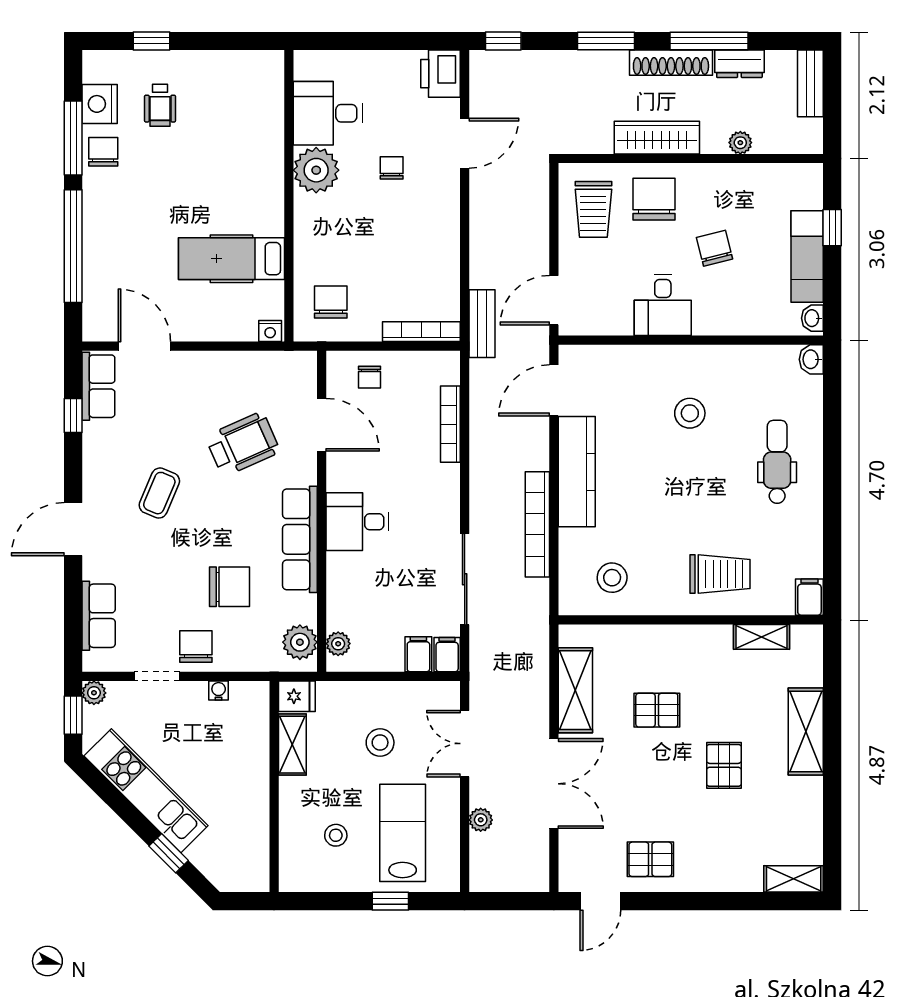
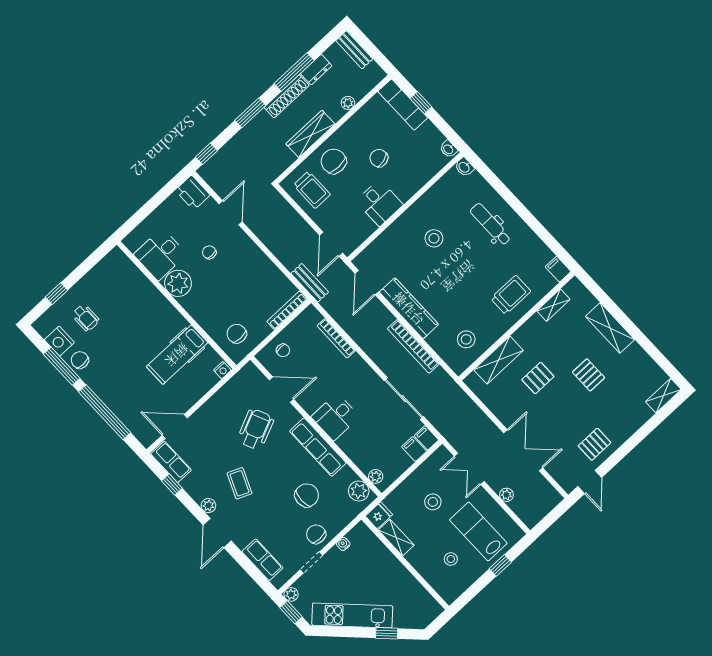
exam couch: (807, 257) -> (403, 105), moved
plant: (94, 485) -> (208, 506), added
shelving: (575, 690) -> (498, 360), moved, turned 90

